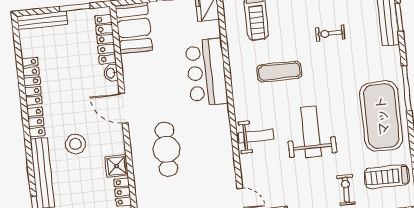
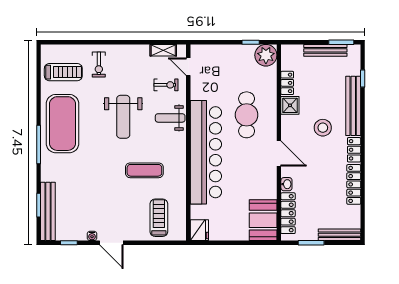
exercise bike: (330, 33) -> (166, 85), moved
bar counter: (206, 72) -> (206, 152), width x1.86

